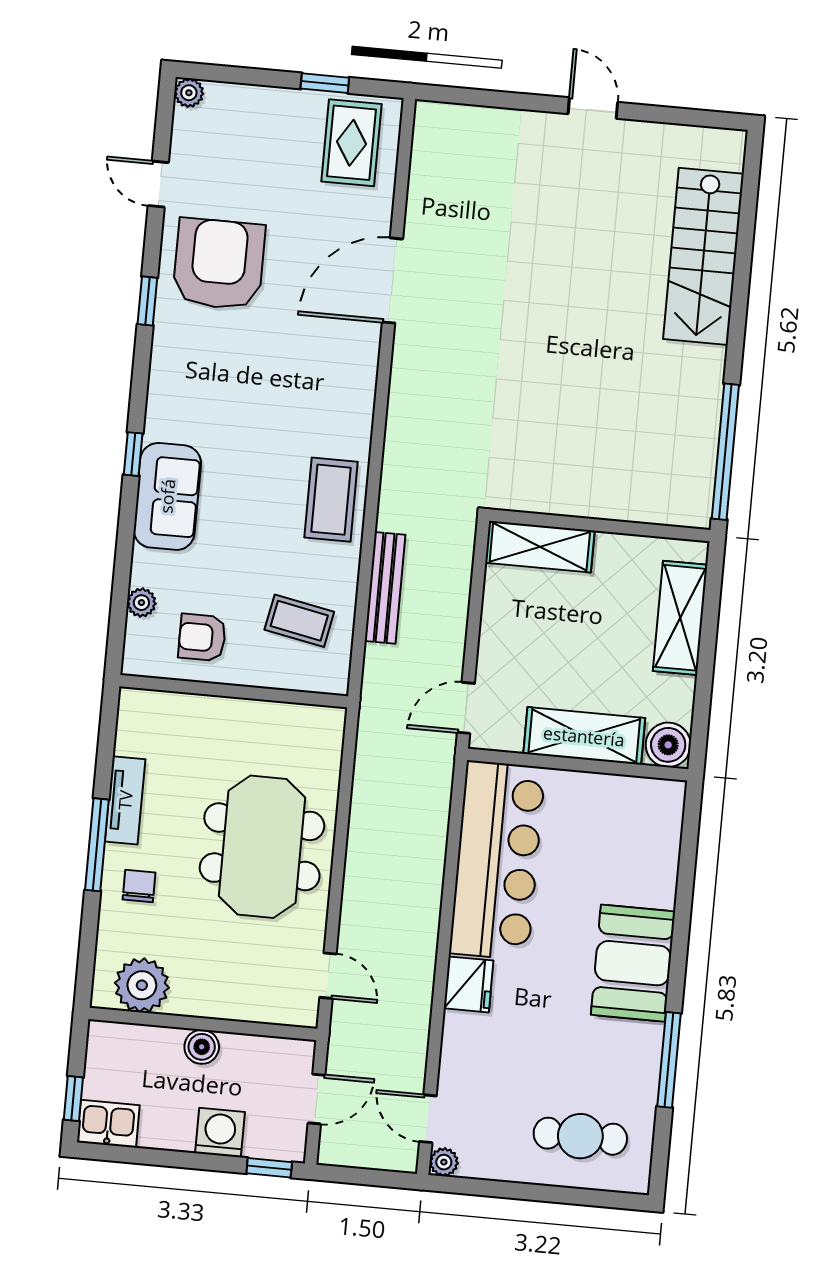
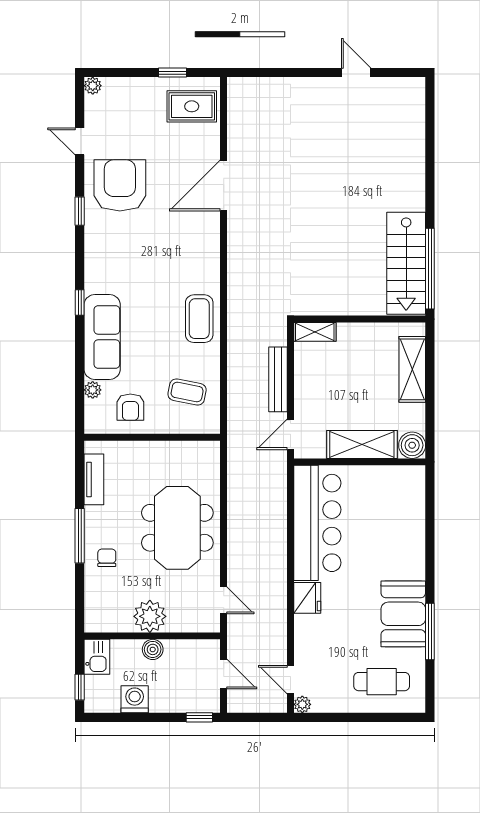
door: (593, 108) -> (356, 73), moved
rug: (351, 143) -> (192, 106), turned 90
stairs: (703, 256) -> (406, 263), moved
sofa: (167, 496) -> (102, 337), width x1.36
shelving: (540, 547) -> (315, 332), width x0.67, depth x0.75
bench: (385, 588) -> (278, 379), moved
armchair: (202, 637) -> (130, 407), turned -90
tv unit: (125, 800) -> (94, 479), moved
booth: (633, 963) -> (403, 614), moved
plant: (142, 985) -> (150, 616), moved
door: (317, 1099) -> (224, 674), hinge flipped
kitchen sink: (108, 1124) -> (97, 657), moved, turned 90
washing machine: (220, 1133) -> (135, 699), moved

